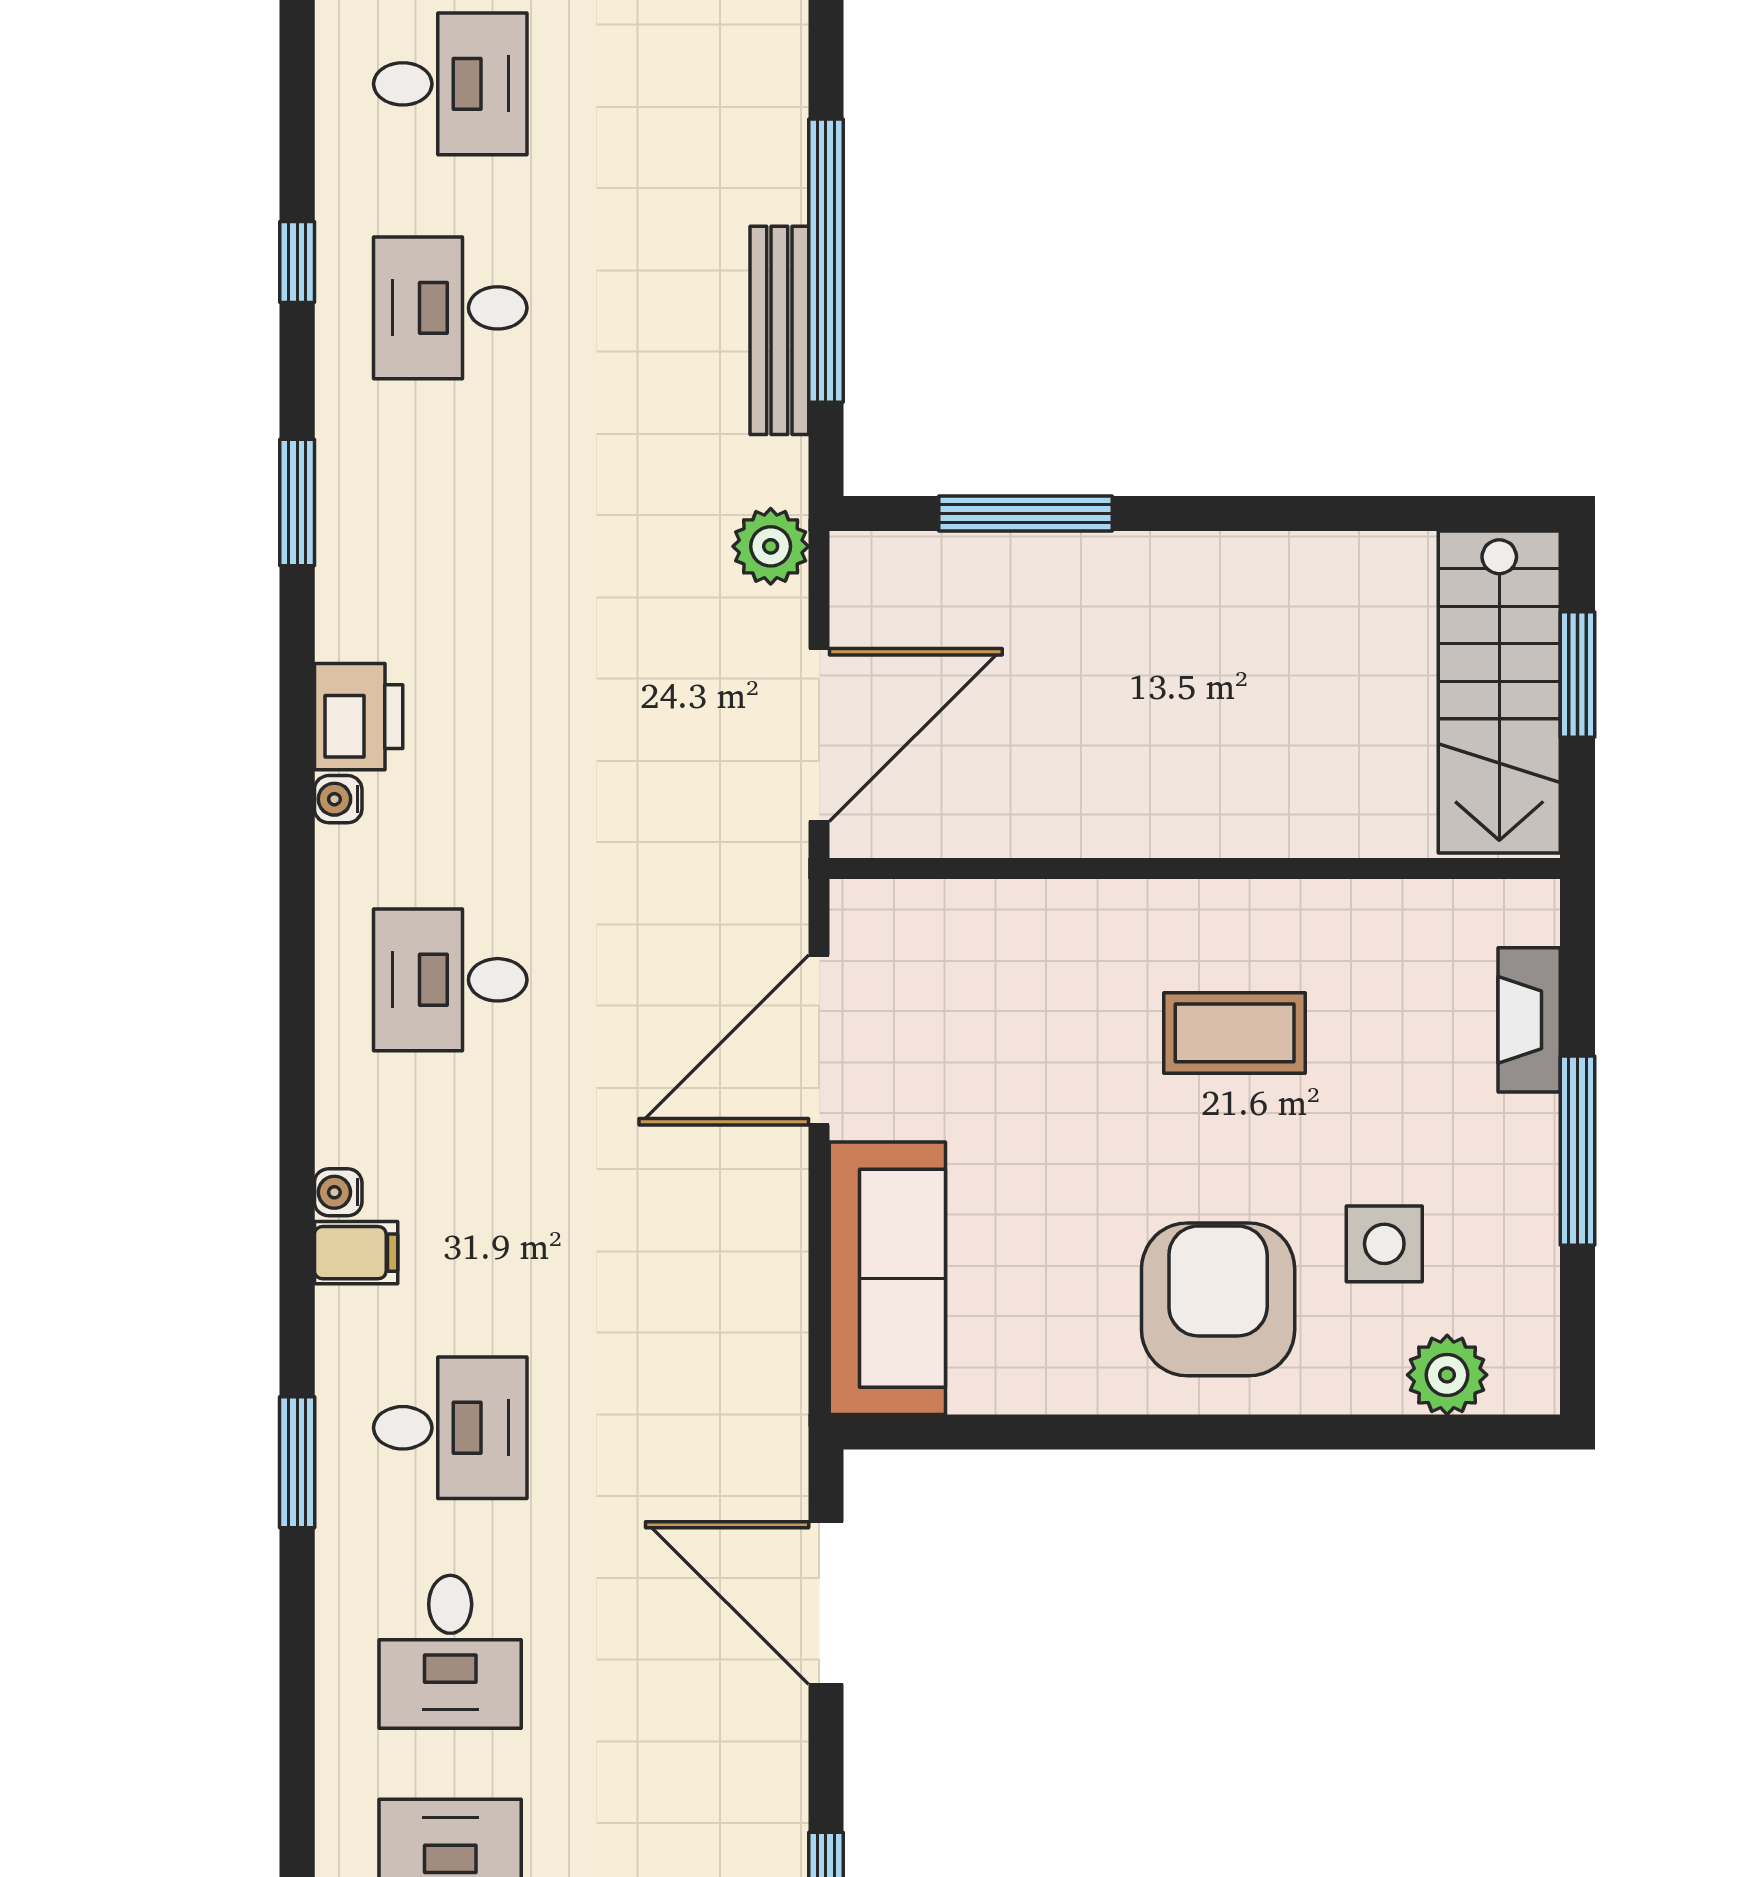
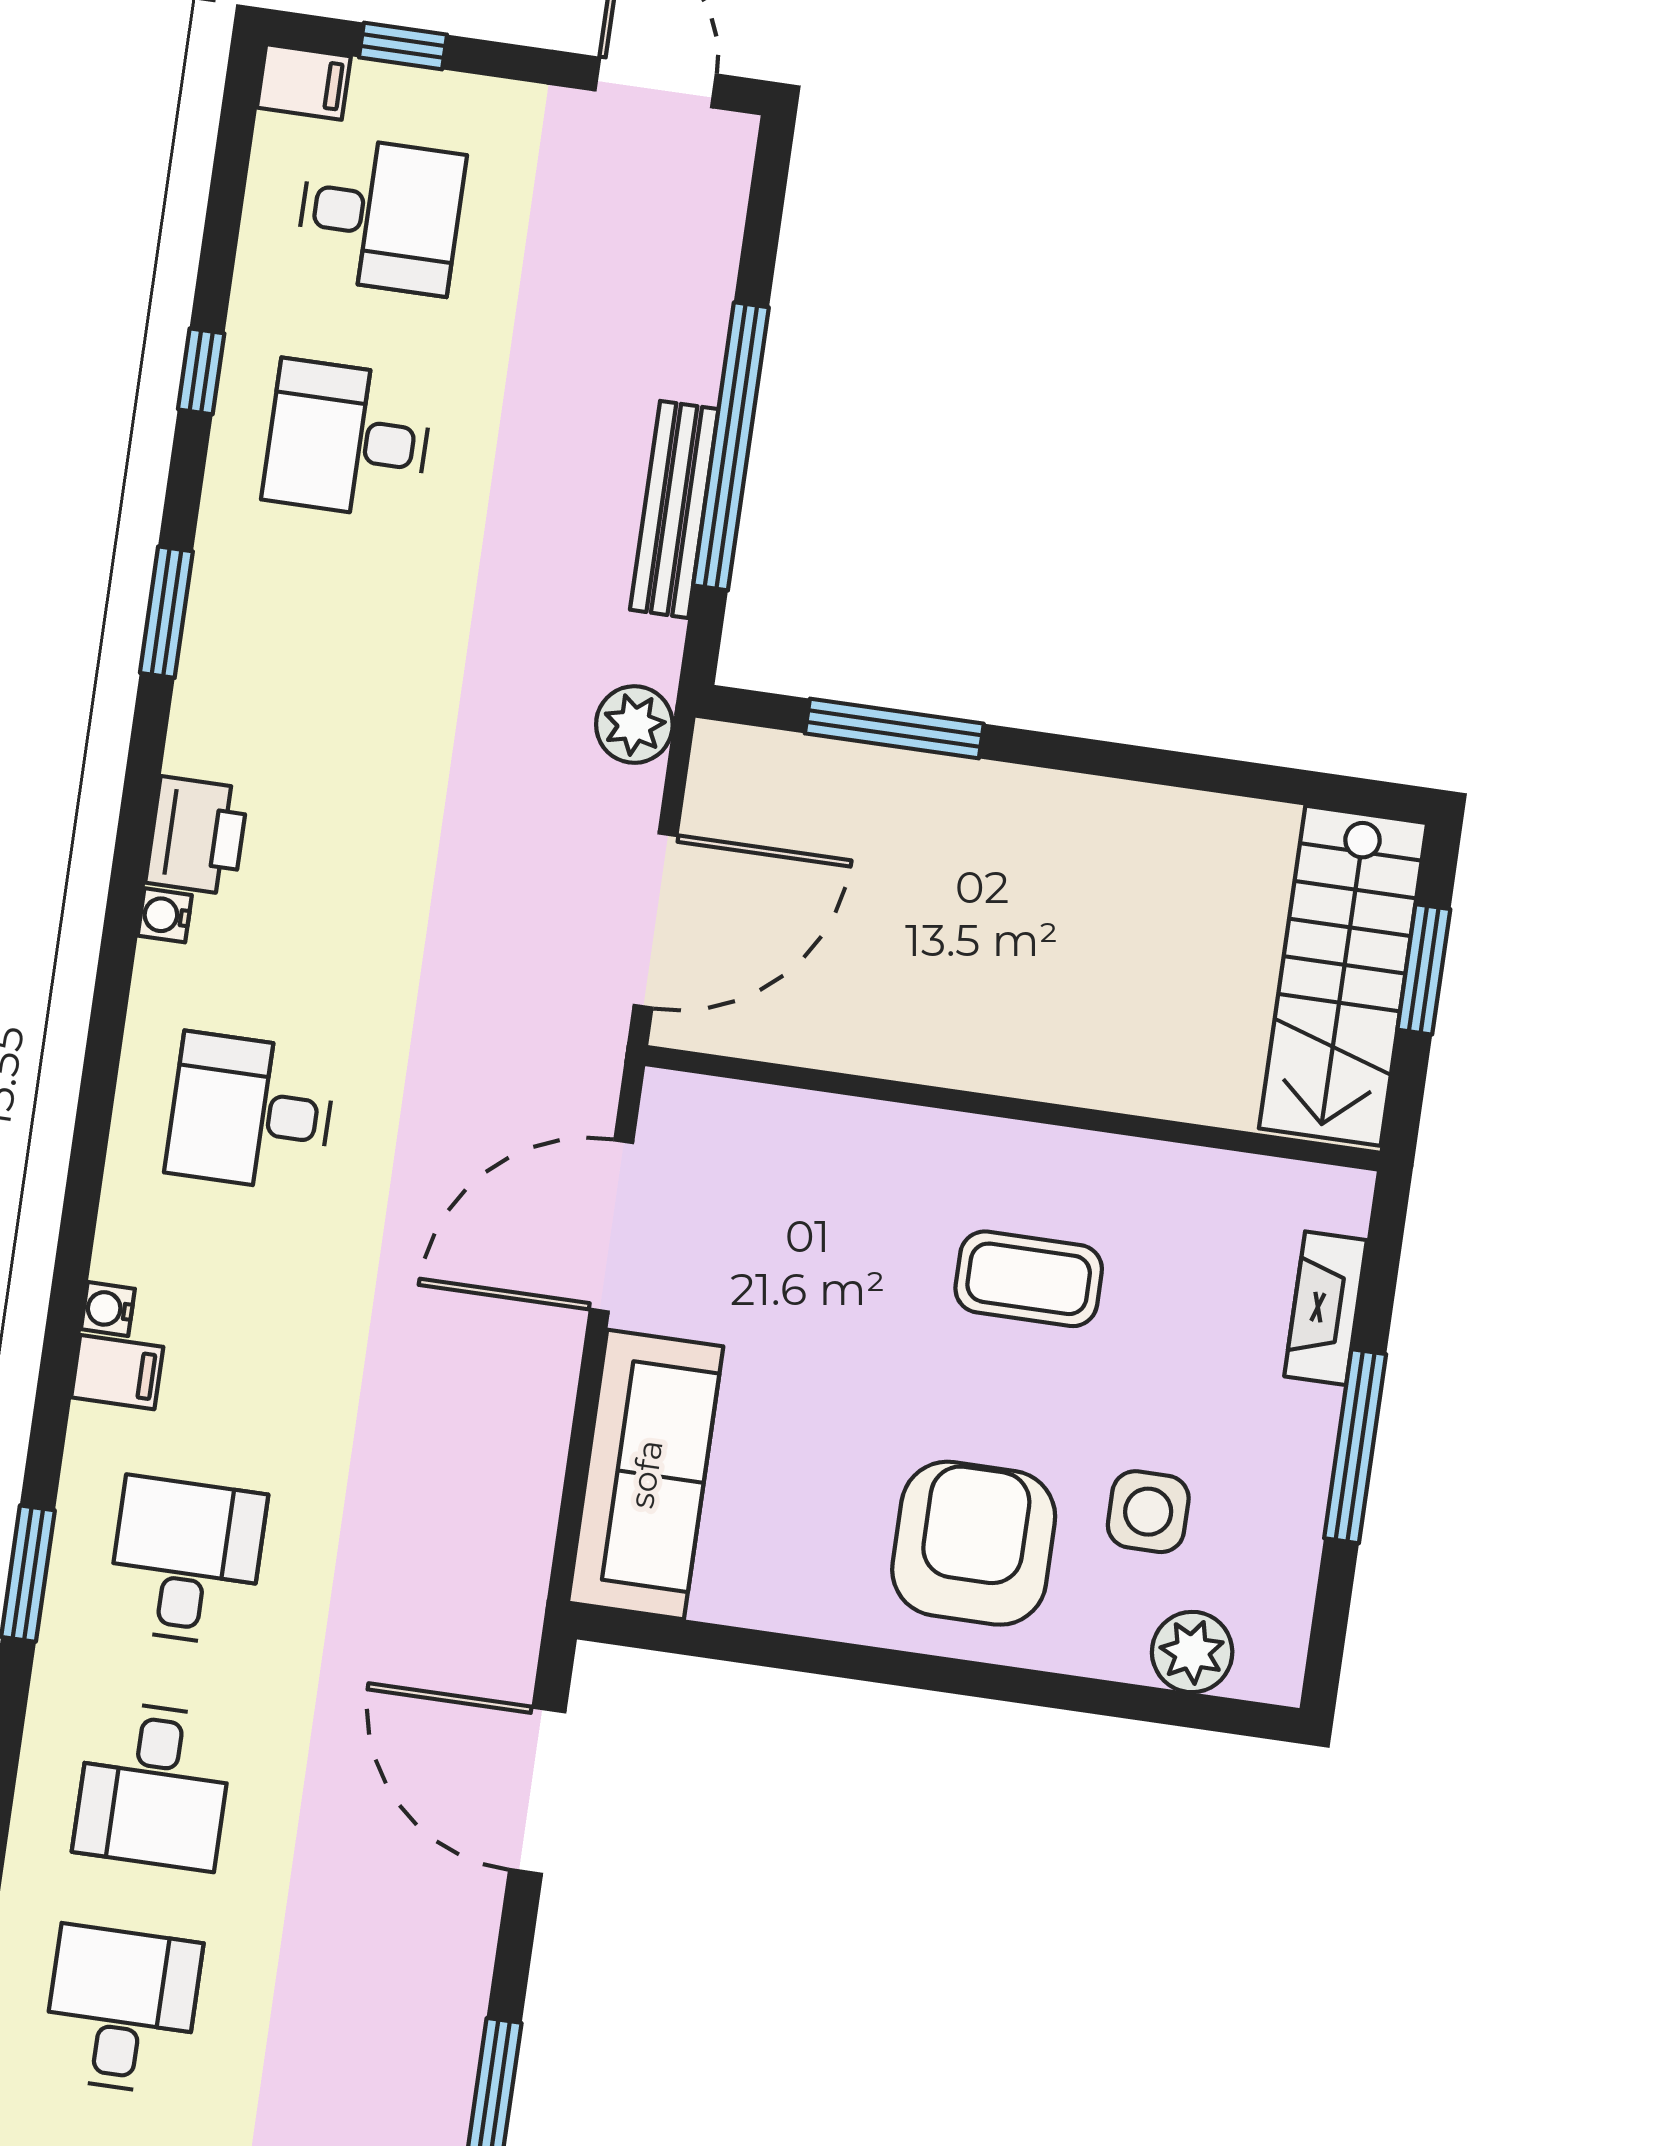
desk: (450, 1428) -> (186, 1561), turned -90

